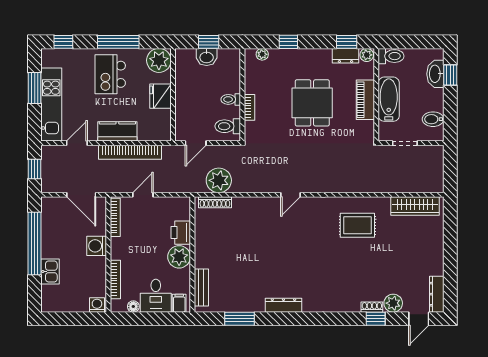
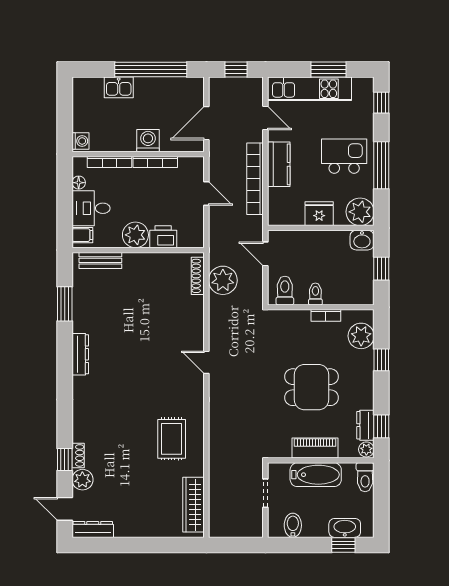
plant: (262, 54) -> (361, 336), width x1.88, depth x1.88
washbasin: (207, 57) -> (362, 240), moved, turned -90
bookcase: (249, 107) -> (326, 315), moved
bookcase: (115, 217) -> (155, 162), moved

